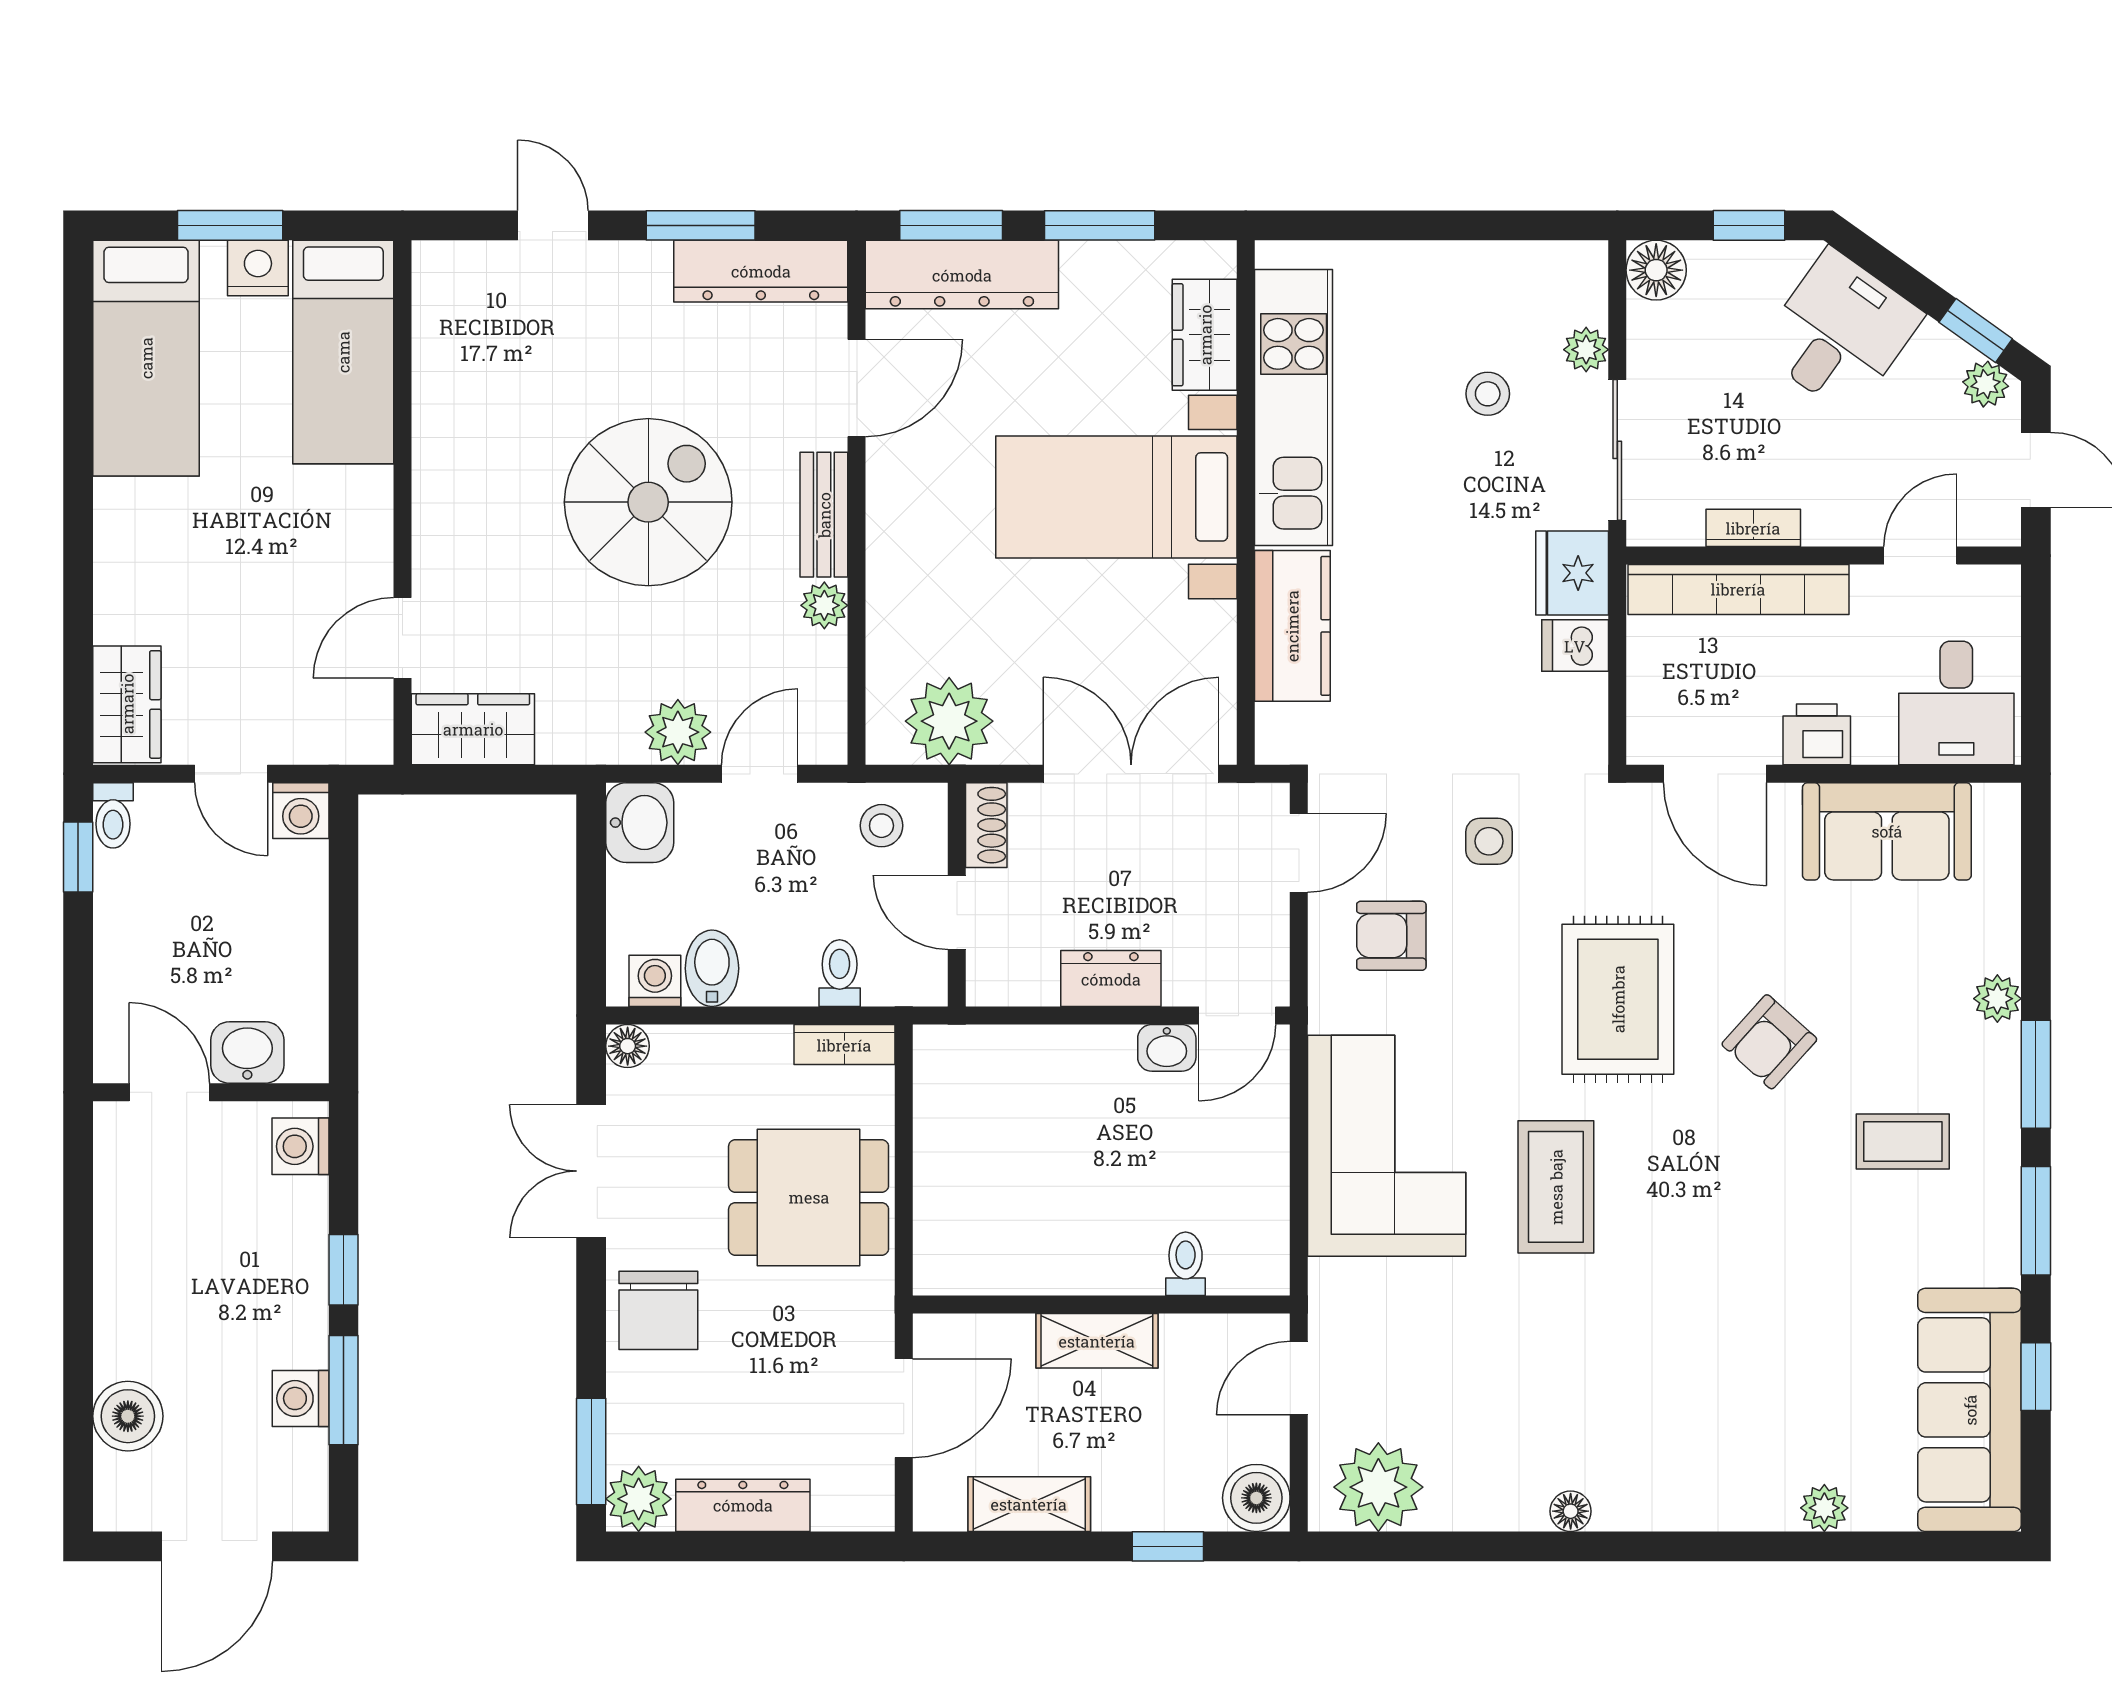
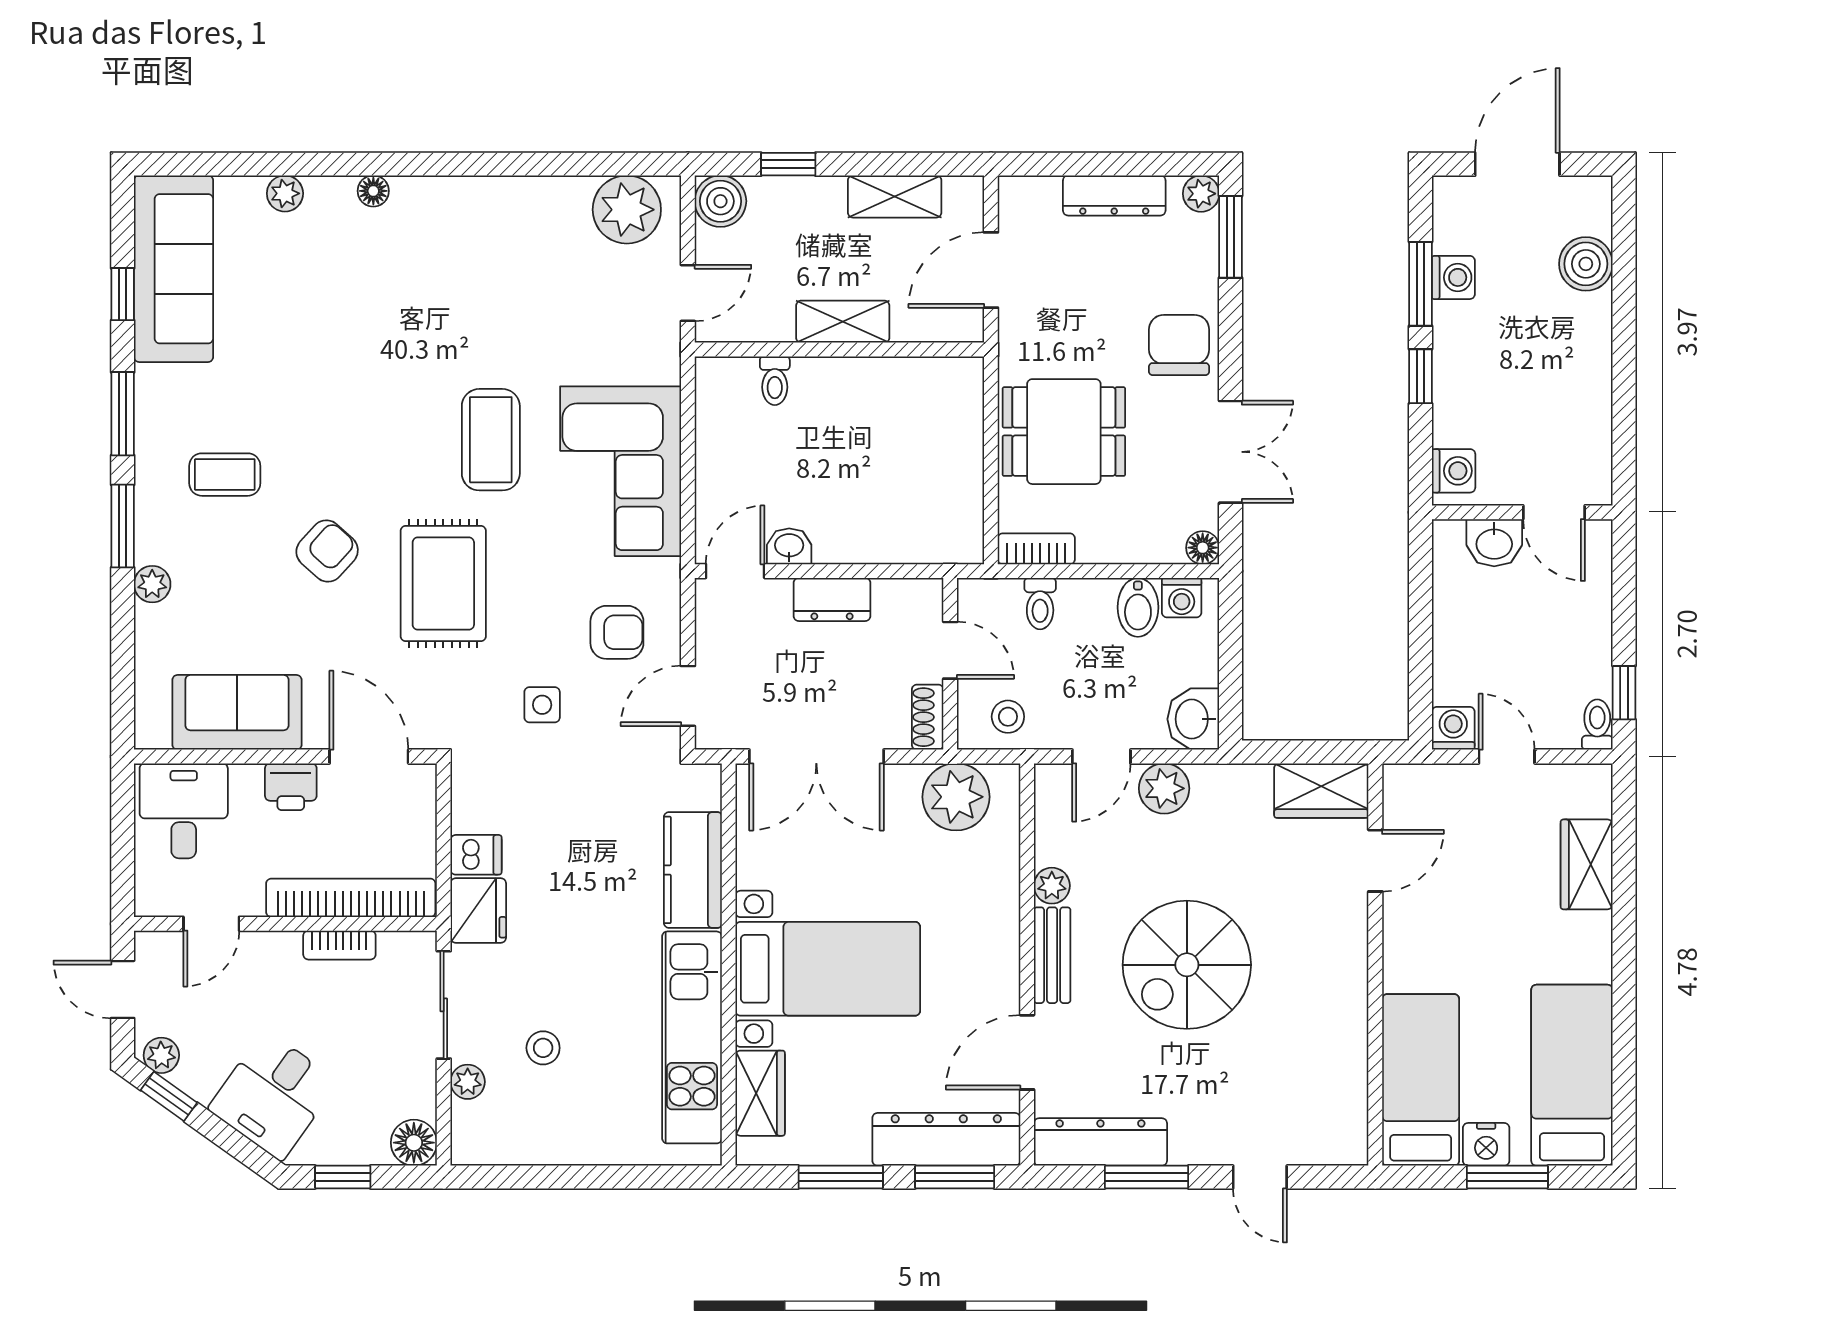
wardrobe: (127, 704) -> (1587, 864), moved
plant: (639, 1499) -> (1201, 194), width x0.73, depth x0.73
floor lamp: (1571, 1511) -> (373, 191), moved

